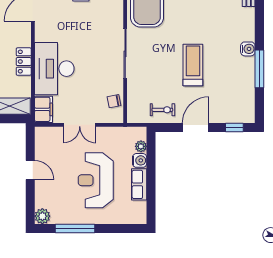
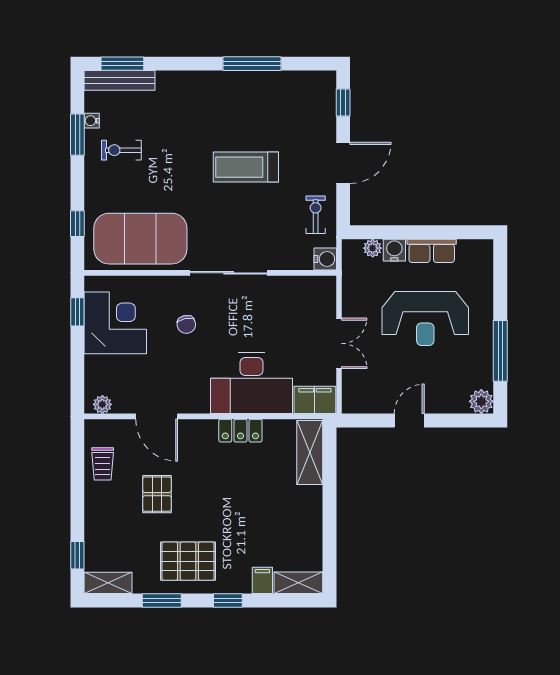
water cooler: (248, 49) -> (325, 259), moved, turned 90
chair: (114, 101) -> (186, 324), moved
door: (196, 127) -> (343, 163), swing flipped

